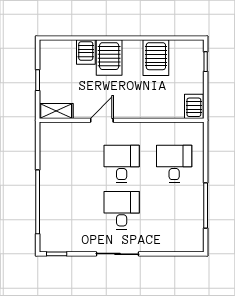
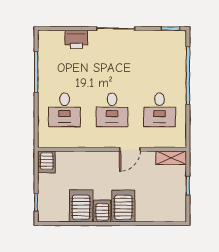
server rack: (86, 52) -> (102, 211), moved
desk: (122, 210) -> (159, 110), moved
printer: (161, 242) -> (76, 39), added

